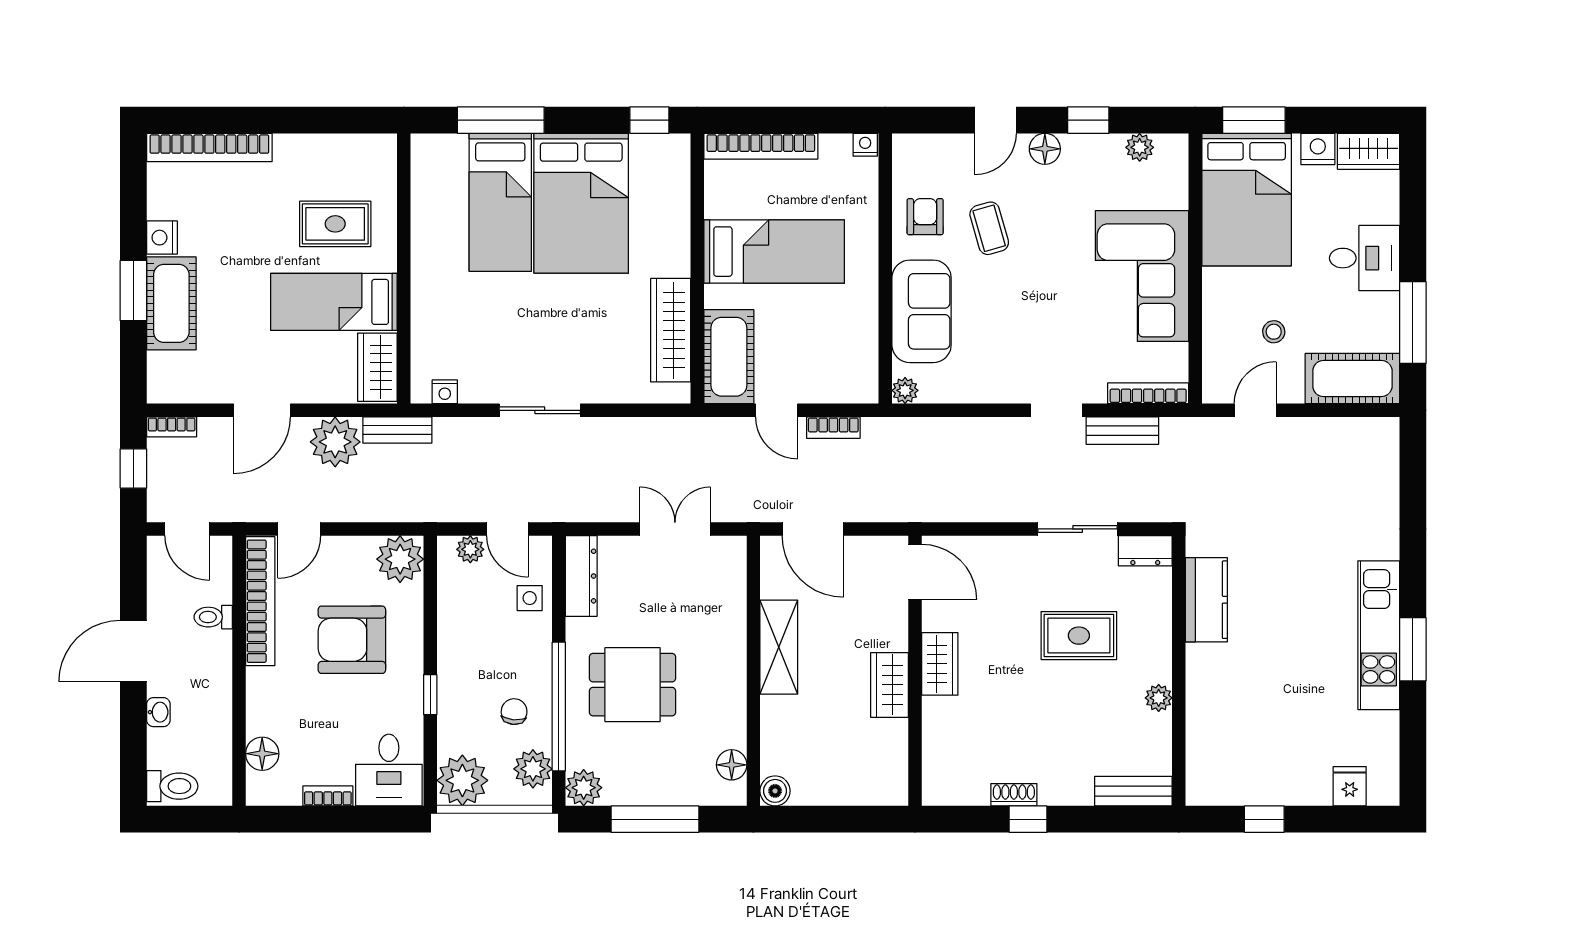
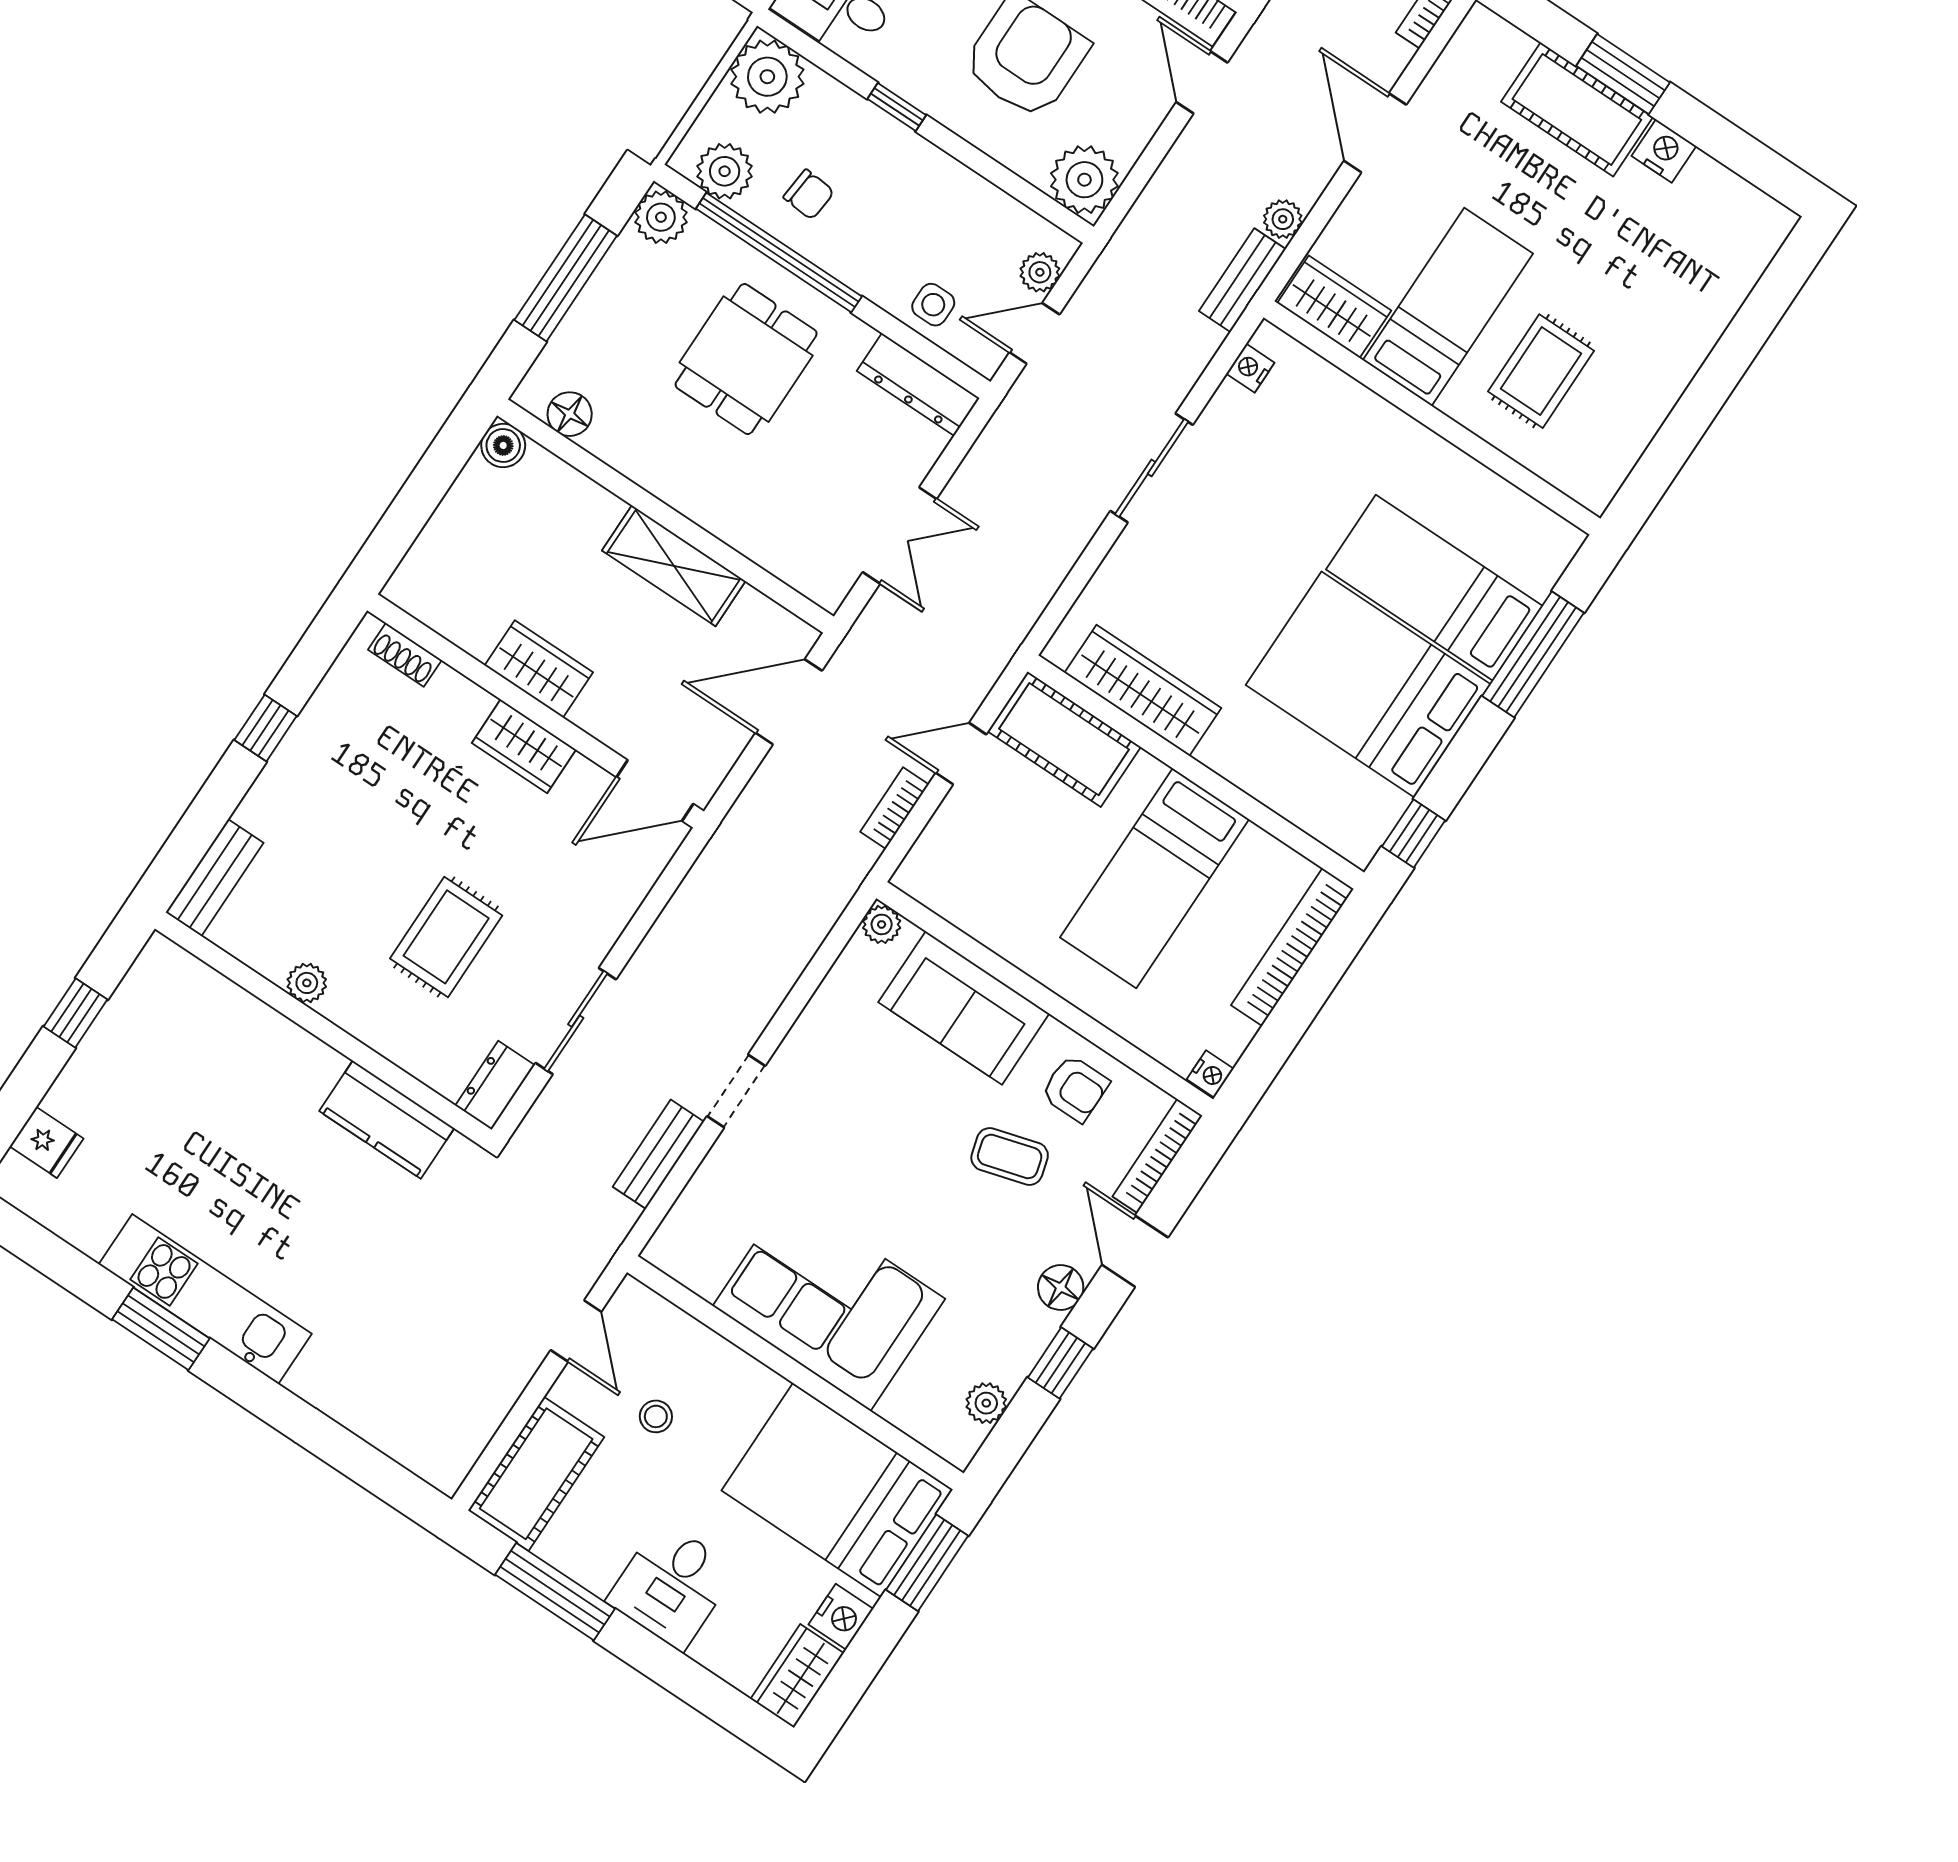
bookcase: (209, 147) -> (1734, 281), removed
bookcase: (1148, 393) -> (1157, 1156), moved, turned 180
plant: (335, 442) -> (1283, 219), width x0.53, depth x0.53
shoe rack: (1014, 795) -> (405, 655), moved, turned 90

